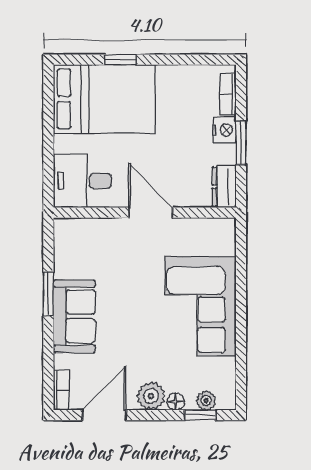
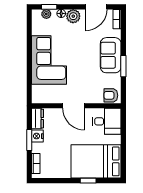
nightstand: (224, 130) -> (37, 136), moved
armchair: (74, 234) -> (111, 95), added

